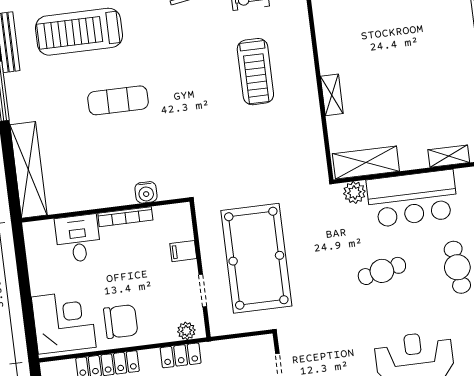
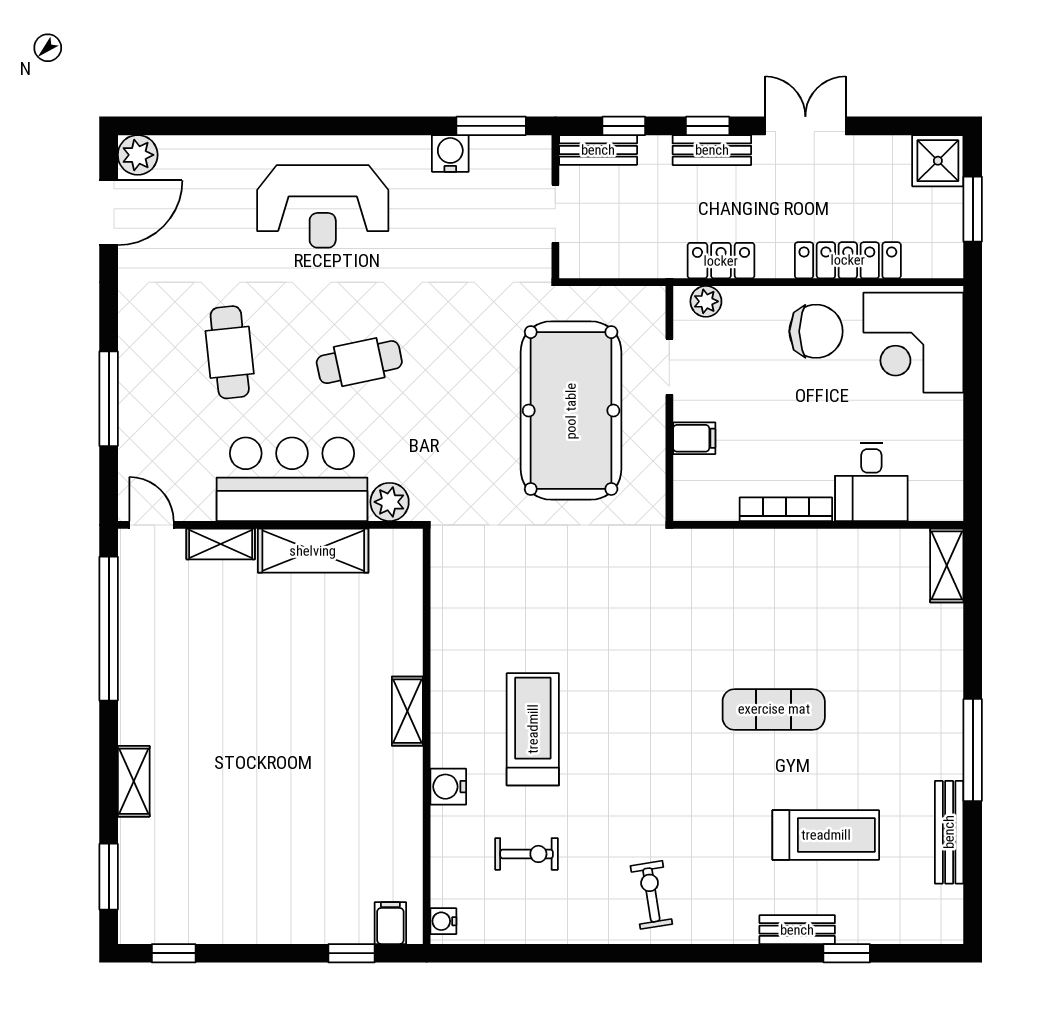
treadmill: (79, 32) -> (826, 835), width x0.73, depth x0.73
shelving: (332, 95) -> (407, 711), moved
shelving: (366, 163) -> (313, 551), moved
shelving: (28, 170) -> (947, 565), width x0.45, depth x0.75
water cooler: (146, 192) -> (448, 787), moved, turned -90
chair: (121, 322) -> (816, 331), turned 180

